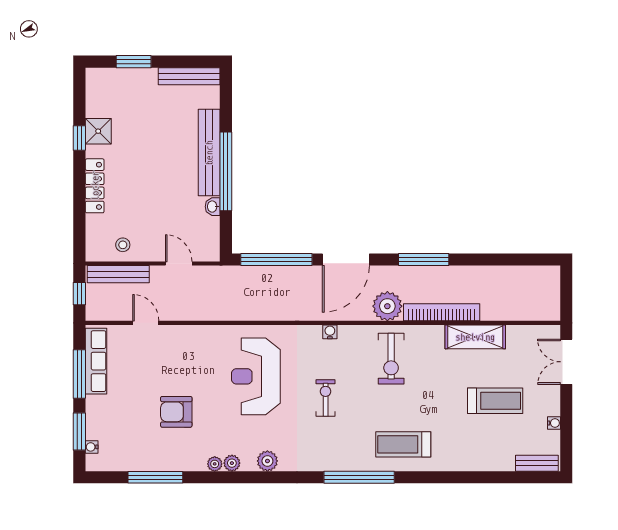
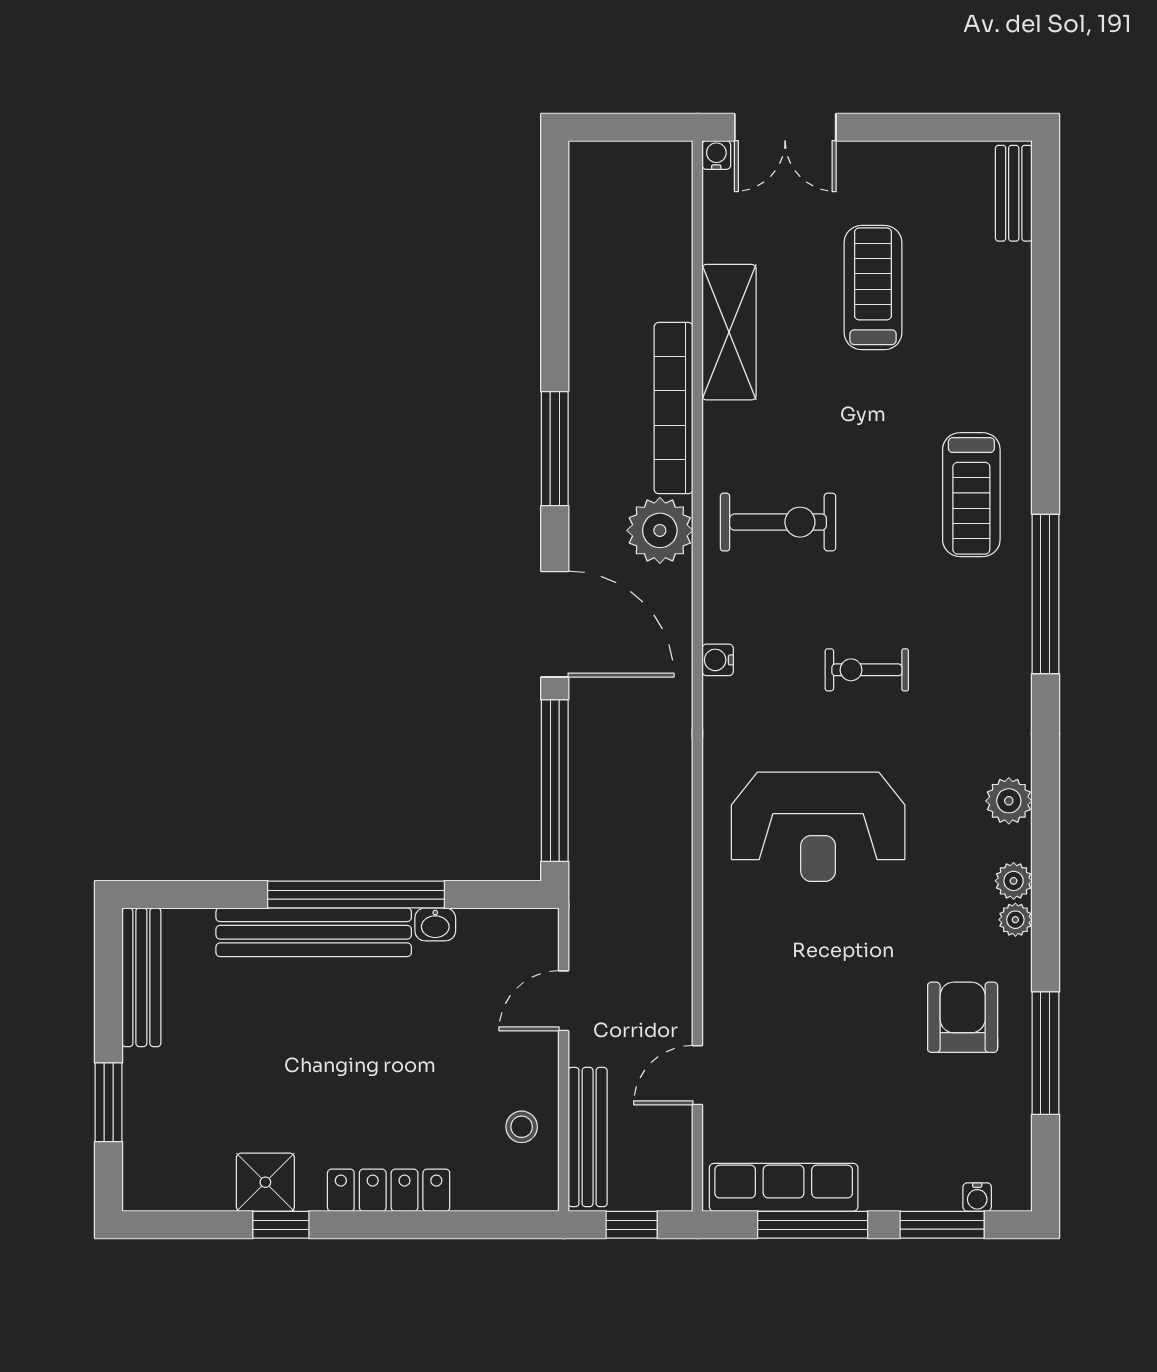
armchair: (176, 412) -> (963, 1017), moved, turned 180
water cooler: (554, 423) -> (716, 155), moved

